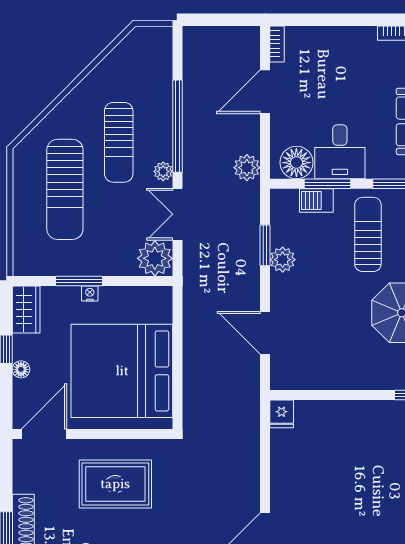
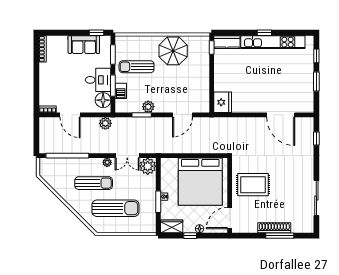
window: (177, 126) -> (67, 156), moved
fridge: (282, 414) -> (223, 102), width x1.88, depth x1.34
door: (44, 434) -> (230, 218), hinge flipped
rug: (115, 484) -> (253, 185), turned 90

